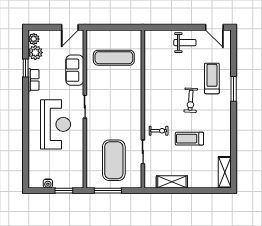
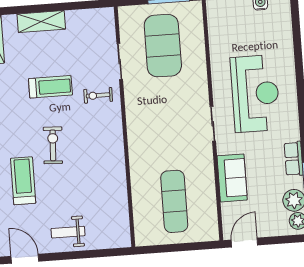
exercise mat: (114, 58) -> (174, 201), turned 90
treadmill: (212, 78) -> (23, 181), turned 180
reception desk: (55, 124) -> (255, 94), turned 180
shelving: (172, 182) -> (41, 22), moved

